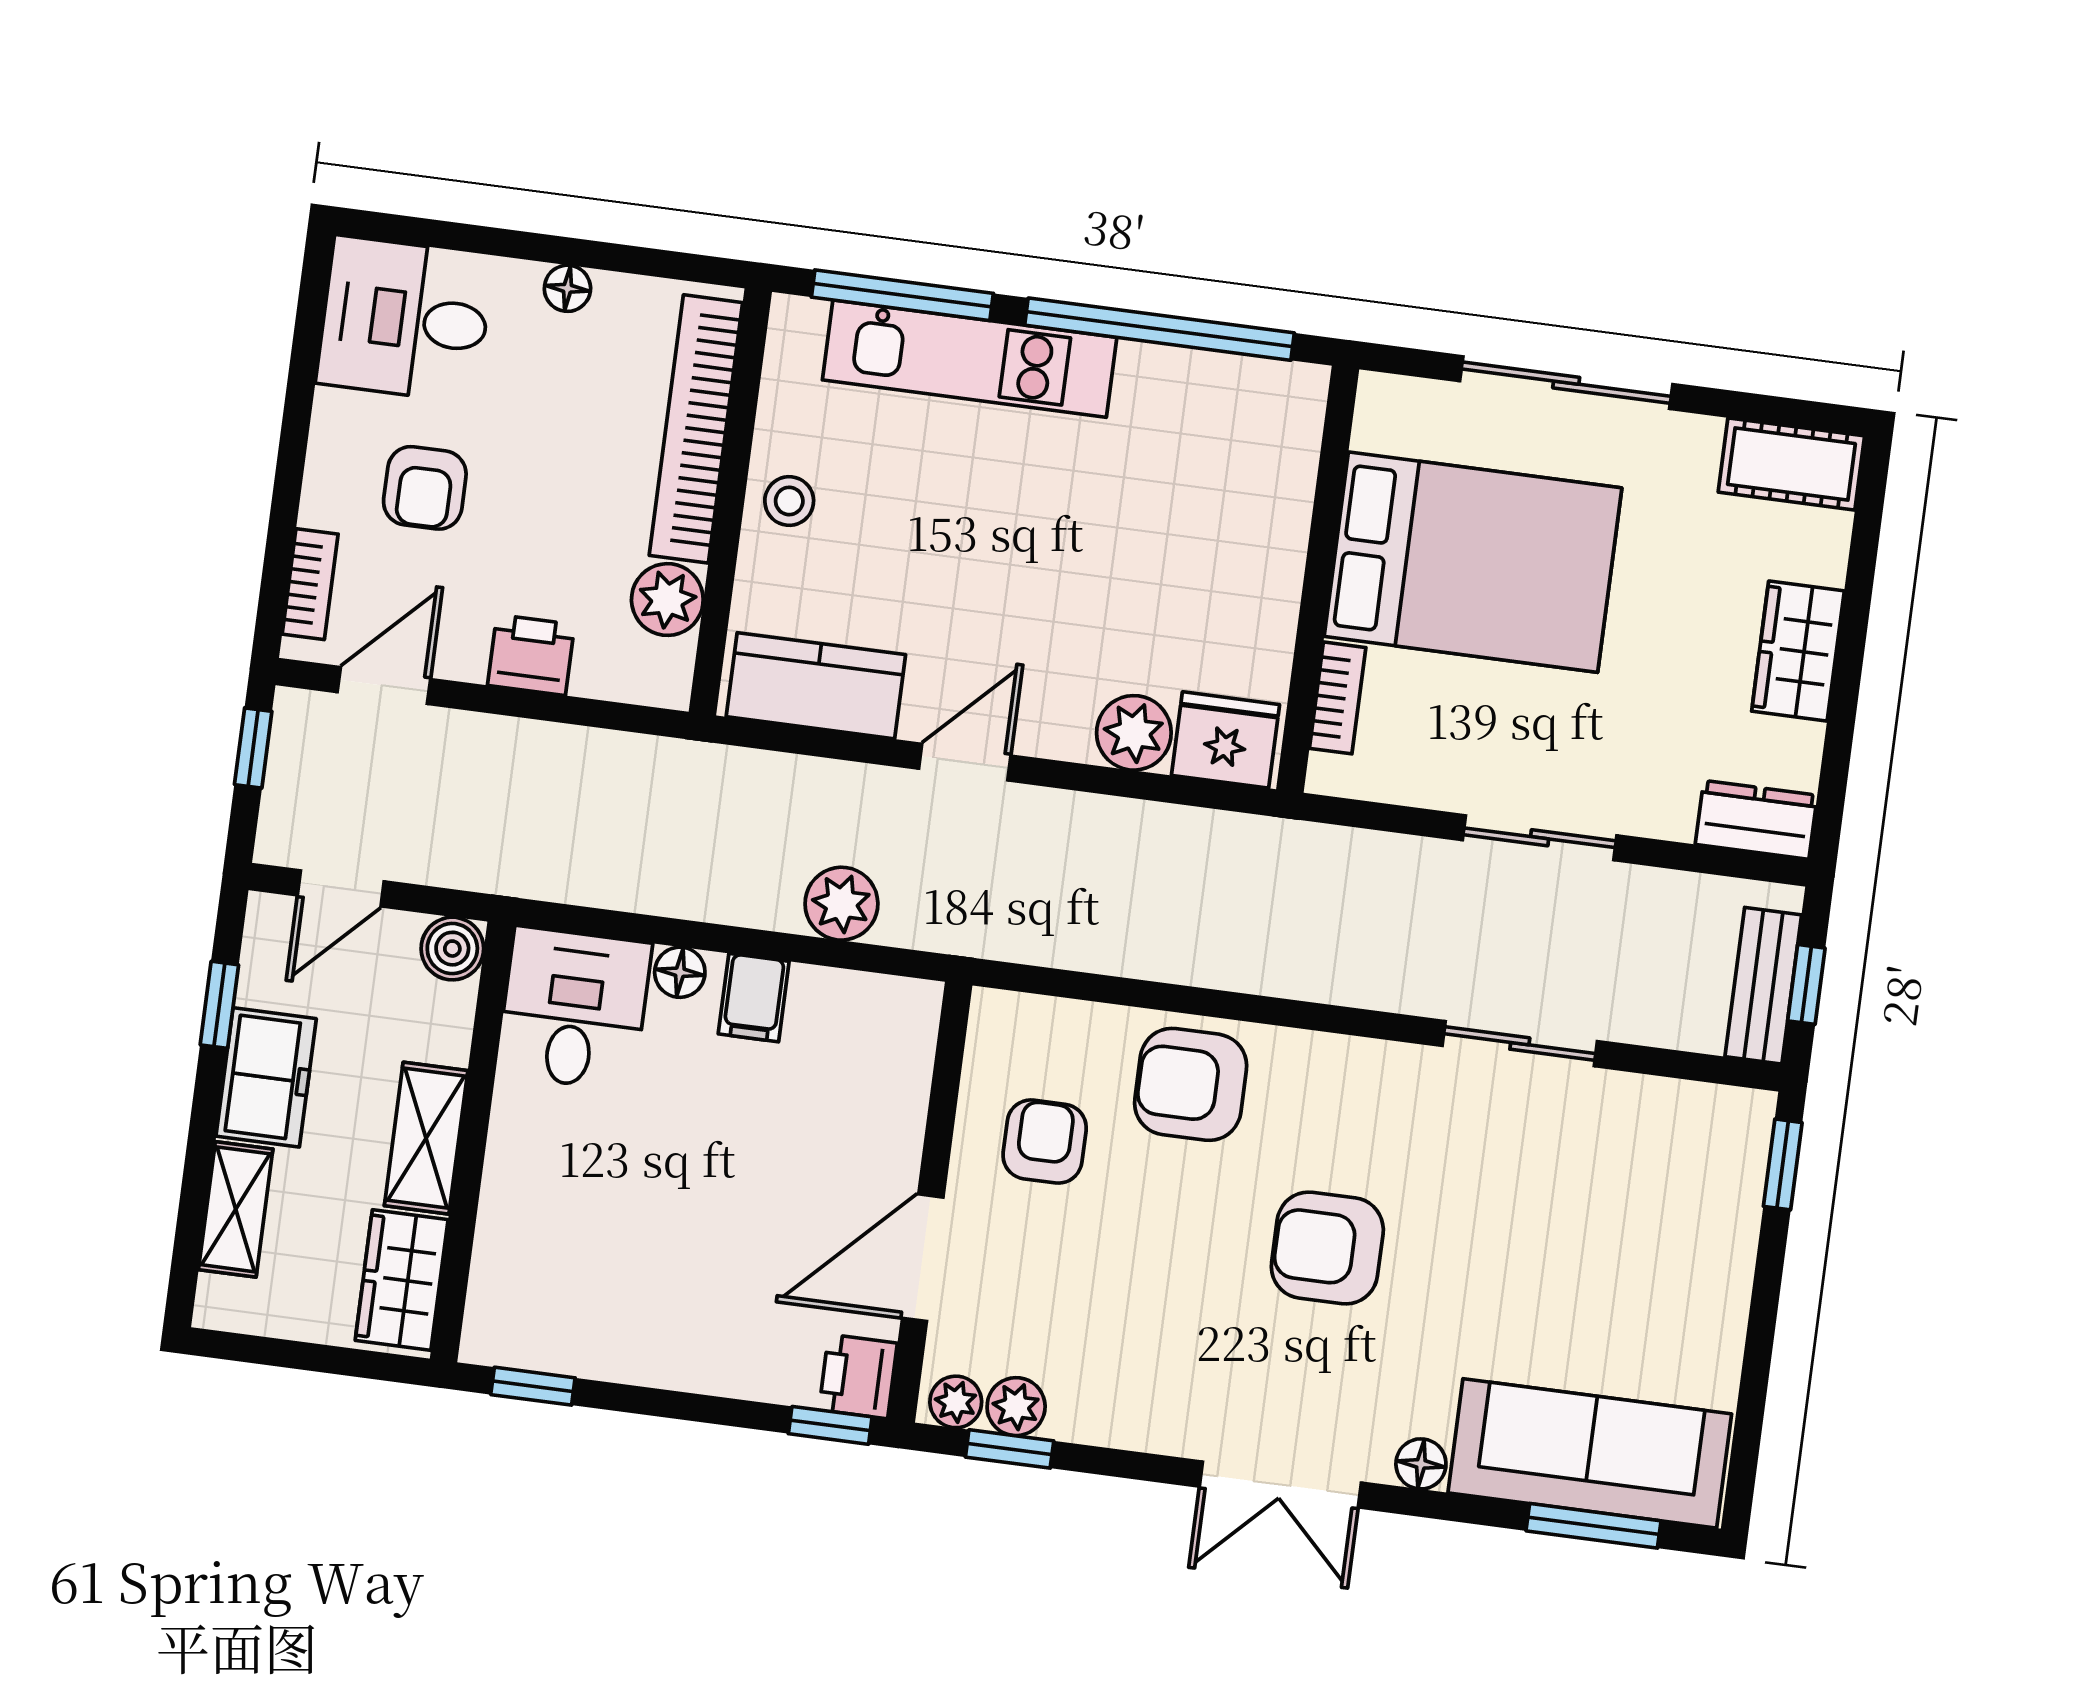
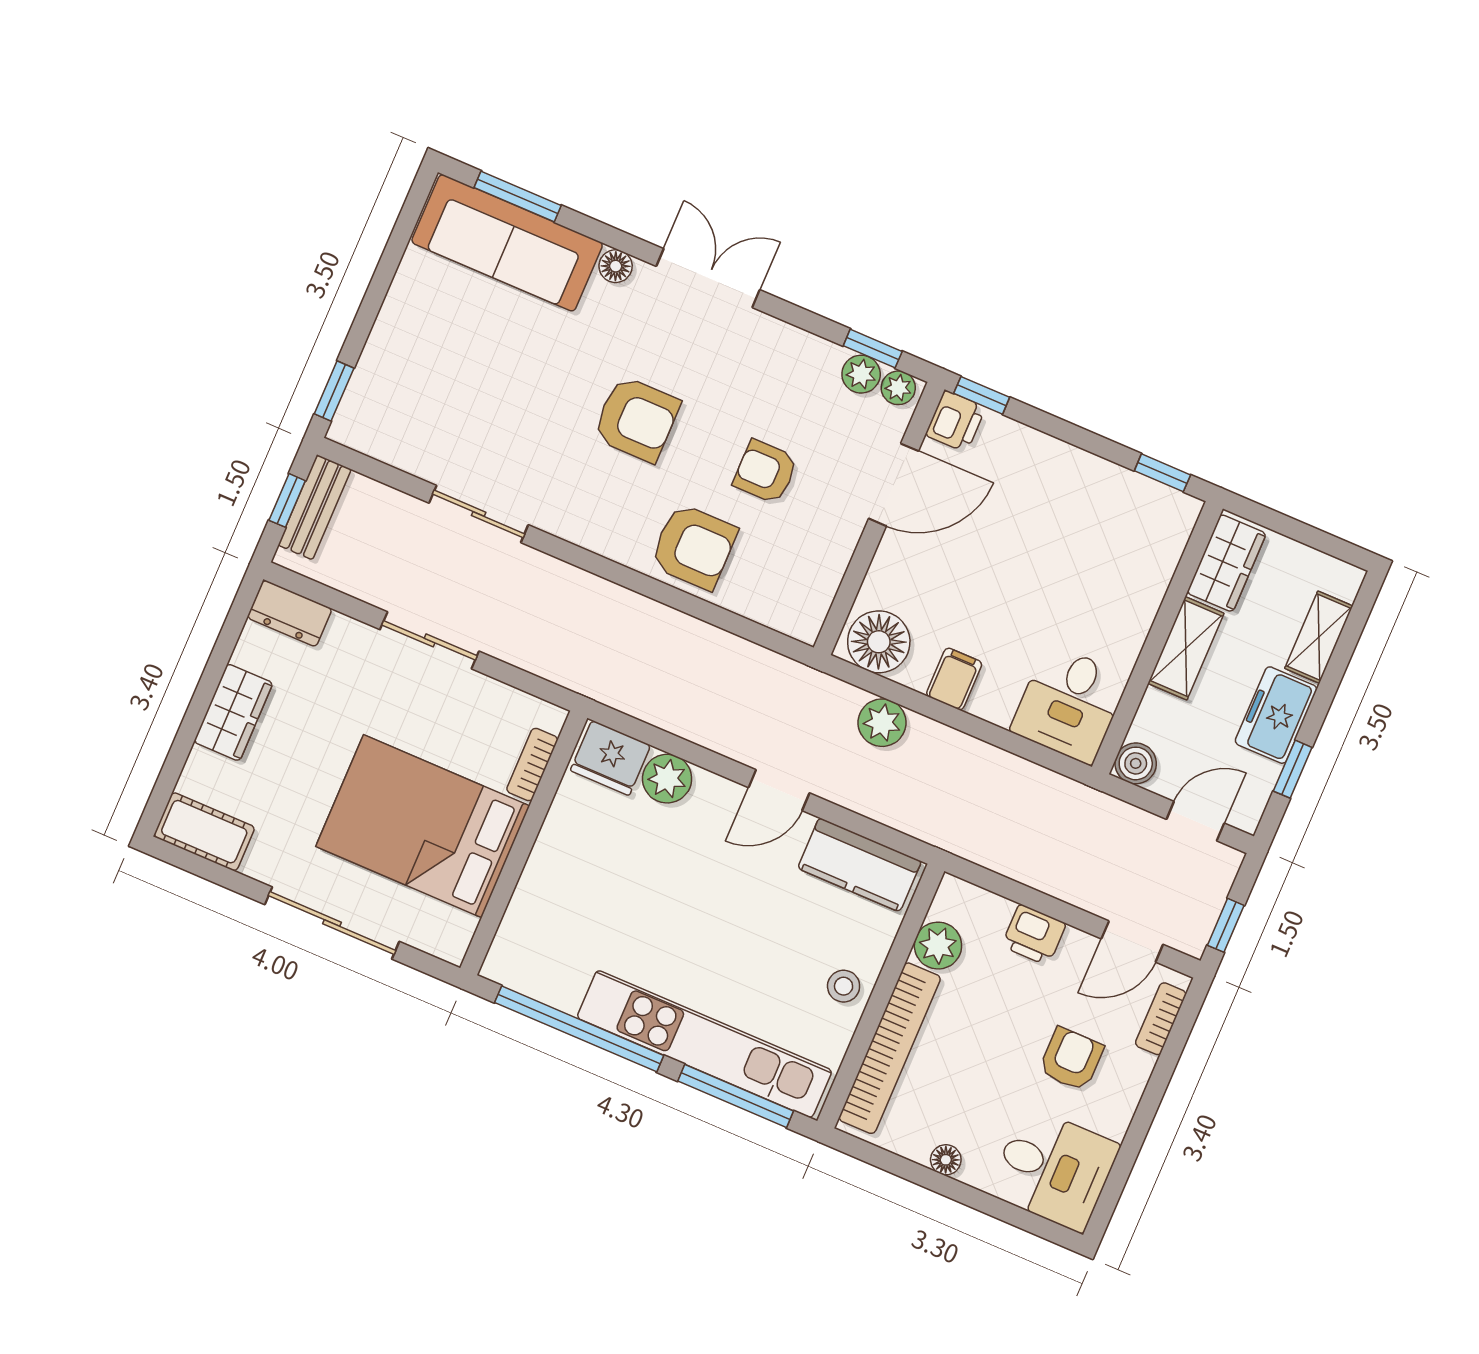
kitchen unit: (970, 359) -> (704, 1044), width x1.36
floor lamp: (680, 972) -> (879, 642), moved, width x1.89, depth x1.89
armchair: (1045, 1142) -> (765, 472), moved, turned 90

